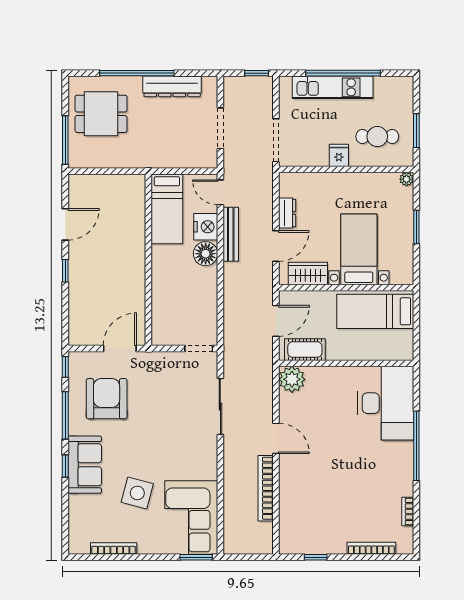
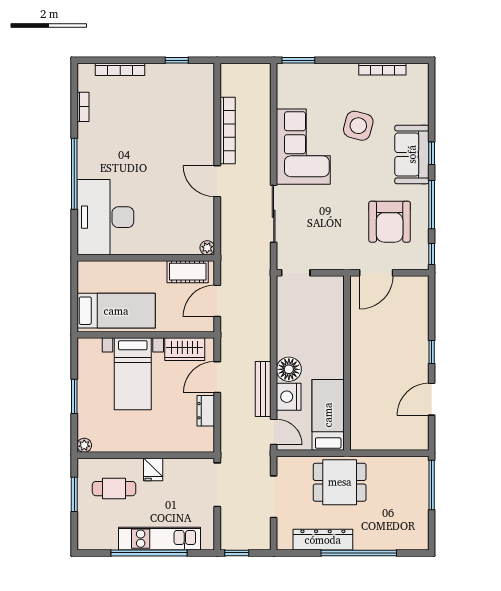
dining table: (101, 114) -> (340, 482), moved
plant: (292, 379) -> (207, 248), width x0.53, depth x0.53
corner sofa: (191, 518) -> (303, 147), moved

